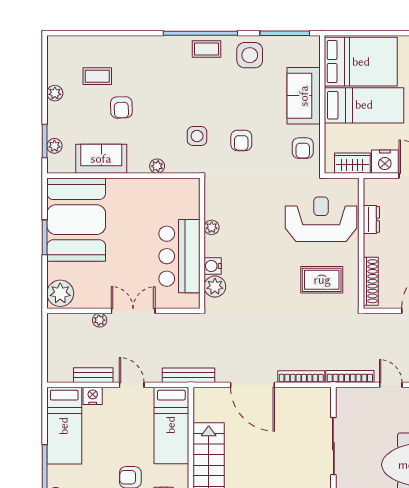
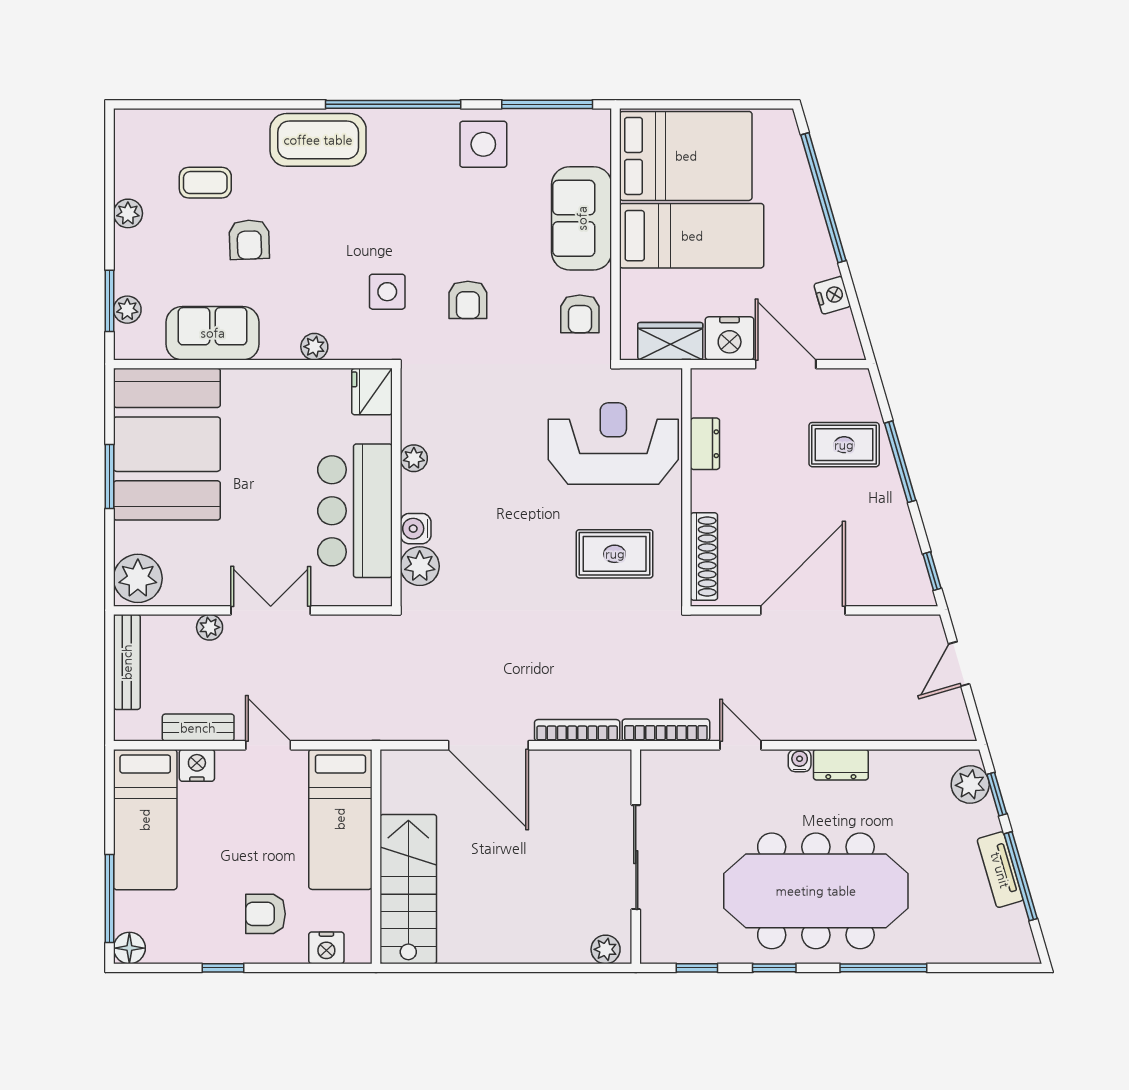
coffee table: (207, 49) -> (318, 140), moved, width x1.86, depth x1.72
fridge: (189, 191) -> (372, 392), added
bench: (189, 375) -> (127, 662), moved, turned 90

